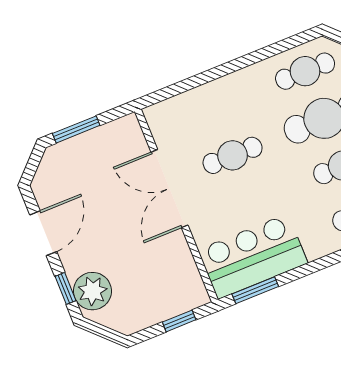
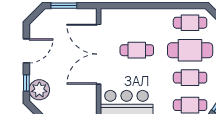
double door: (170, 189) -> (99, 54), width x1.36

